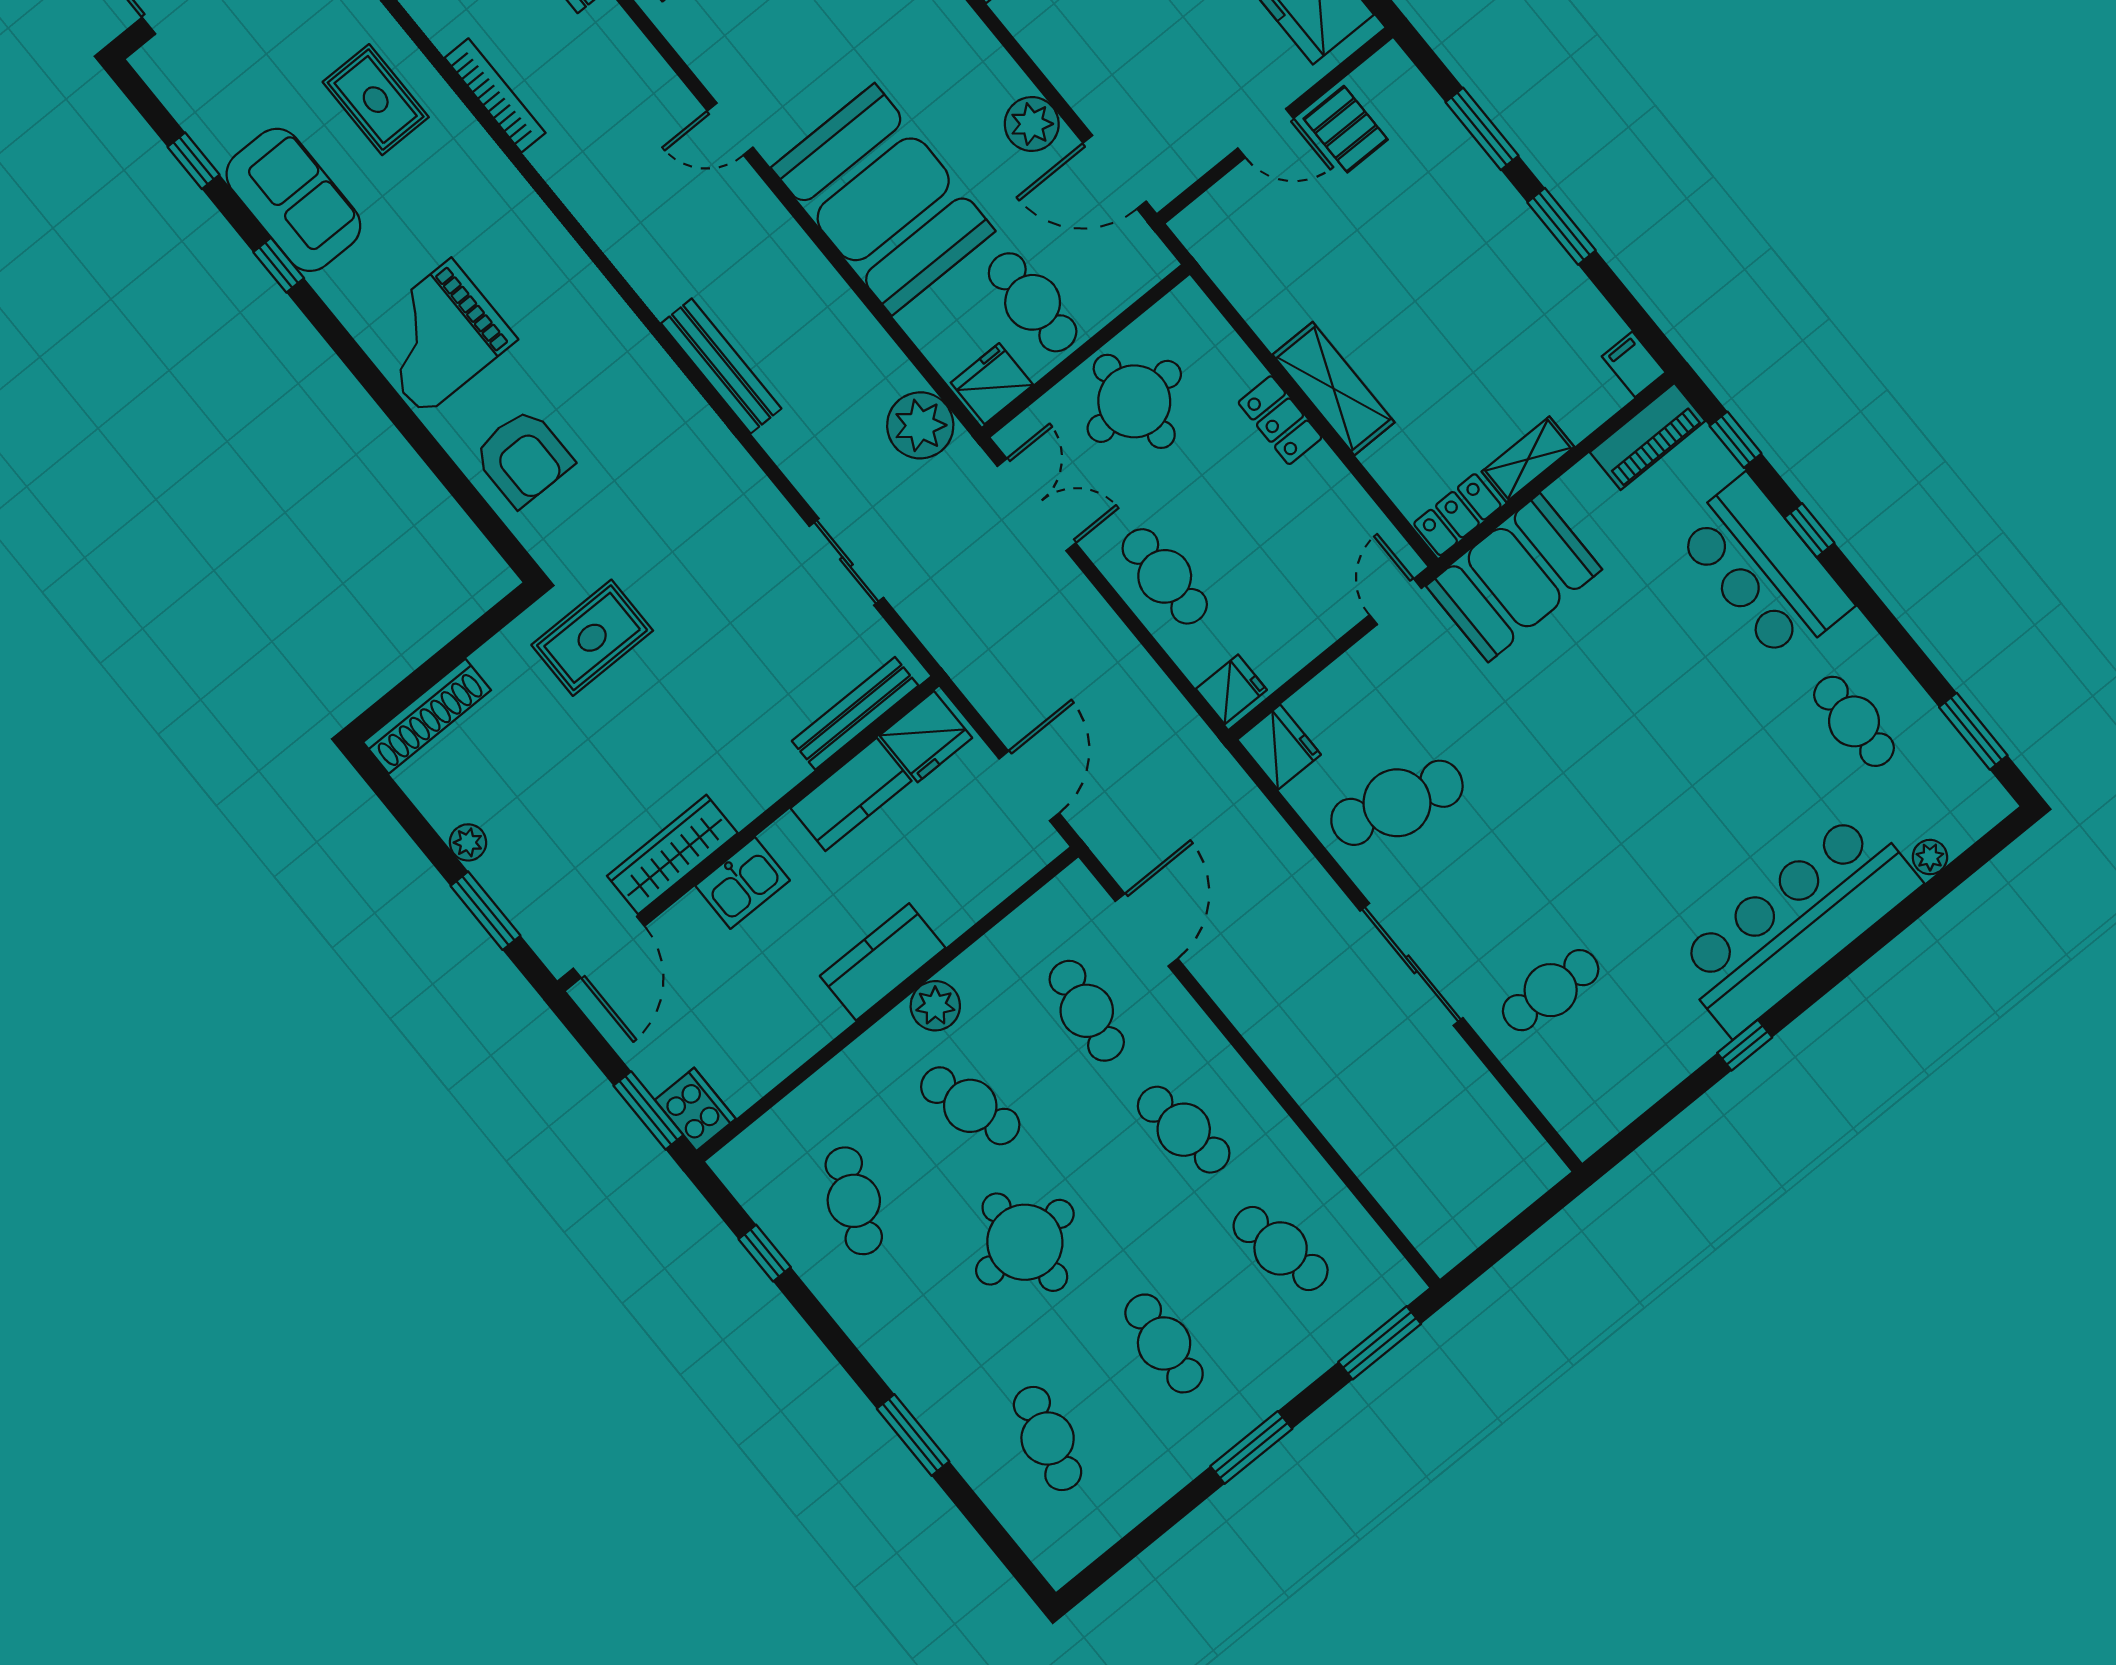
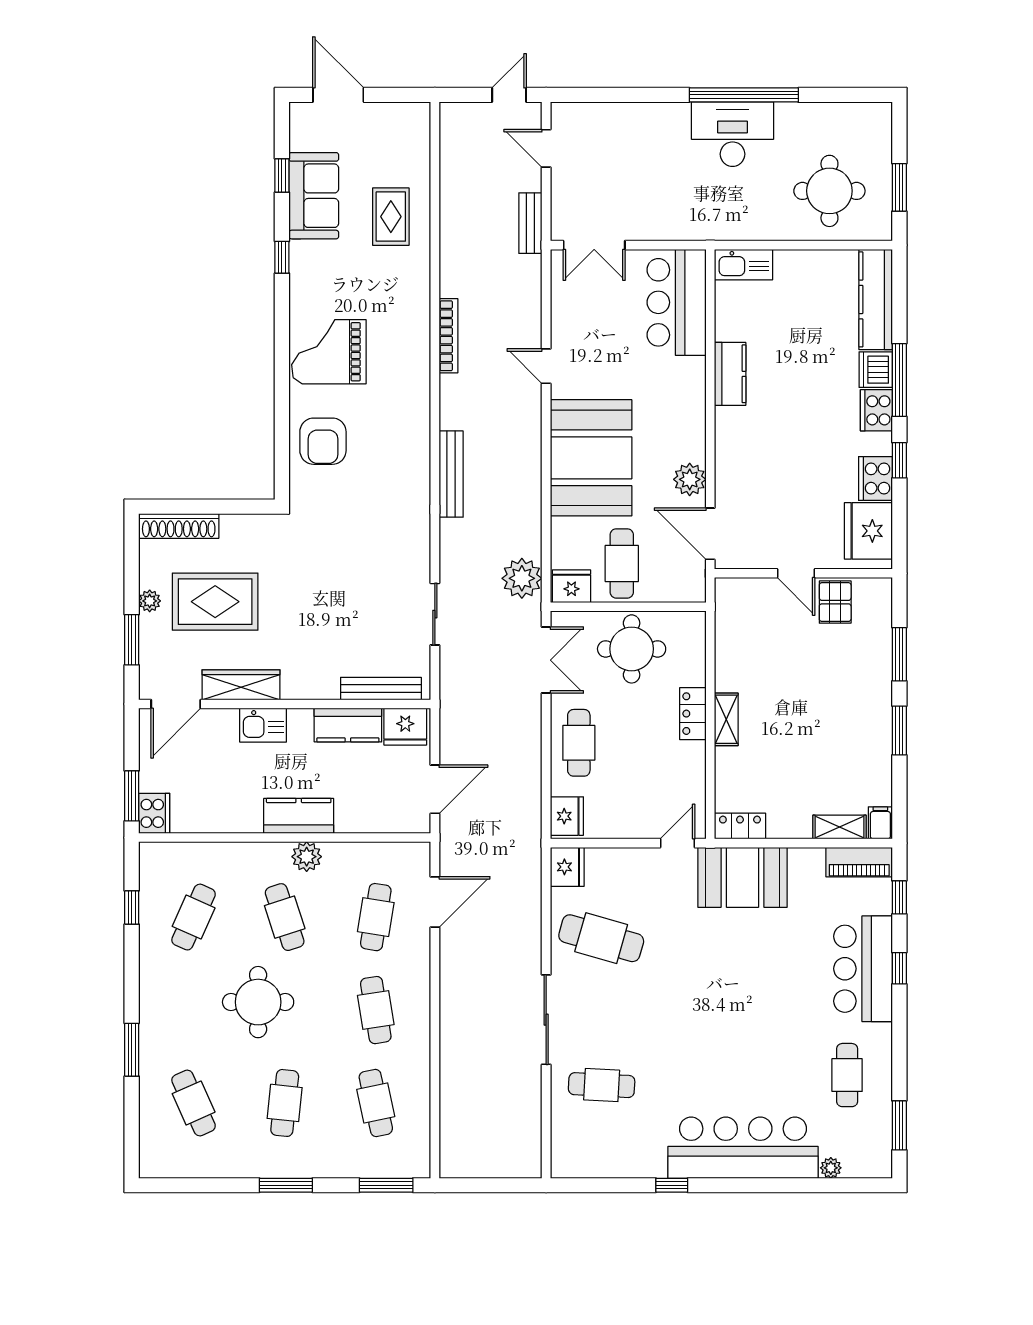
bookcase: (495, 95) -> (449, 336), moved
sofa: (293, 200) -> (314, 196), moved
shelving: (1334, 389) -> (726, 719), width x0.67, depth x0.75
shelving: (1528, 459) -> (840, 827), moved
rug: (592, 638) -> (215, 602), moved, width x1.36, depth x1.43
fridge: (1231, 689) -> (567, 816), width x1.38
cafe table: (1048, 1438) -> (194, 1103), turned -39

